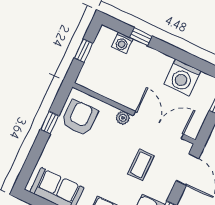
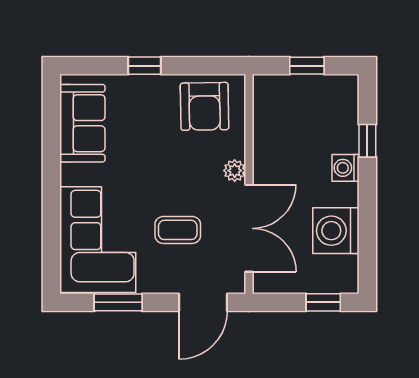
washing machine: (122, 43) -> (346, 168), moved
armchair: (79, 118) -> (205, 106), turned 89
window: (50, 123) -> (145, 66), moved

